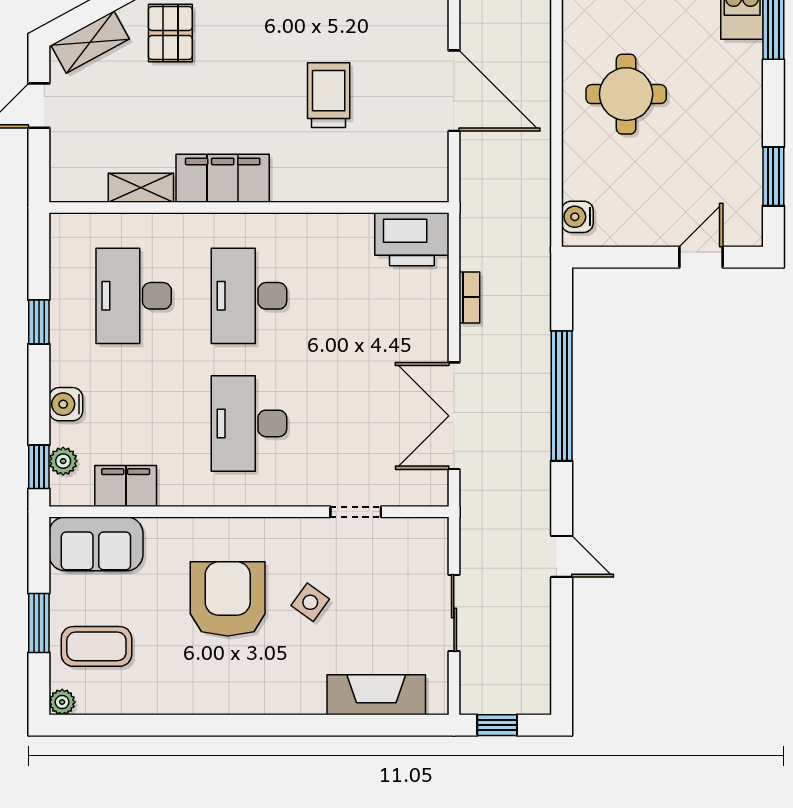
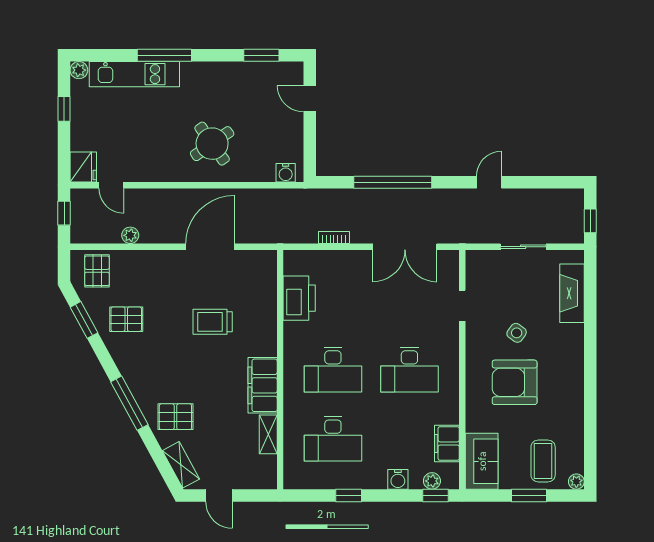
round table: (626, 94) -> (212, 144), turned -35
printer: (412, 239) -> (299, 298), moved

